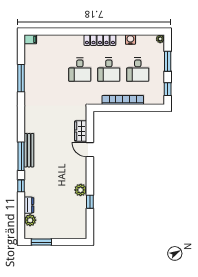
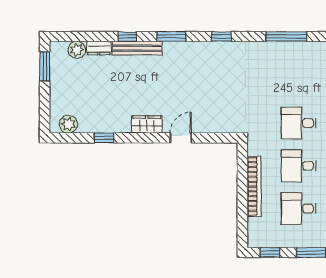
window: (21, 122) -> (221, 36), added
wardrobe: (81, 131) -> (147, 124), moved
bench: (29, 150) -> (137, 48), moved
window: (21, 156) -> (171, 36), width x0.69
plant: (81, 190) -> (68, 124), moved

